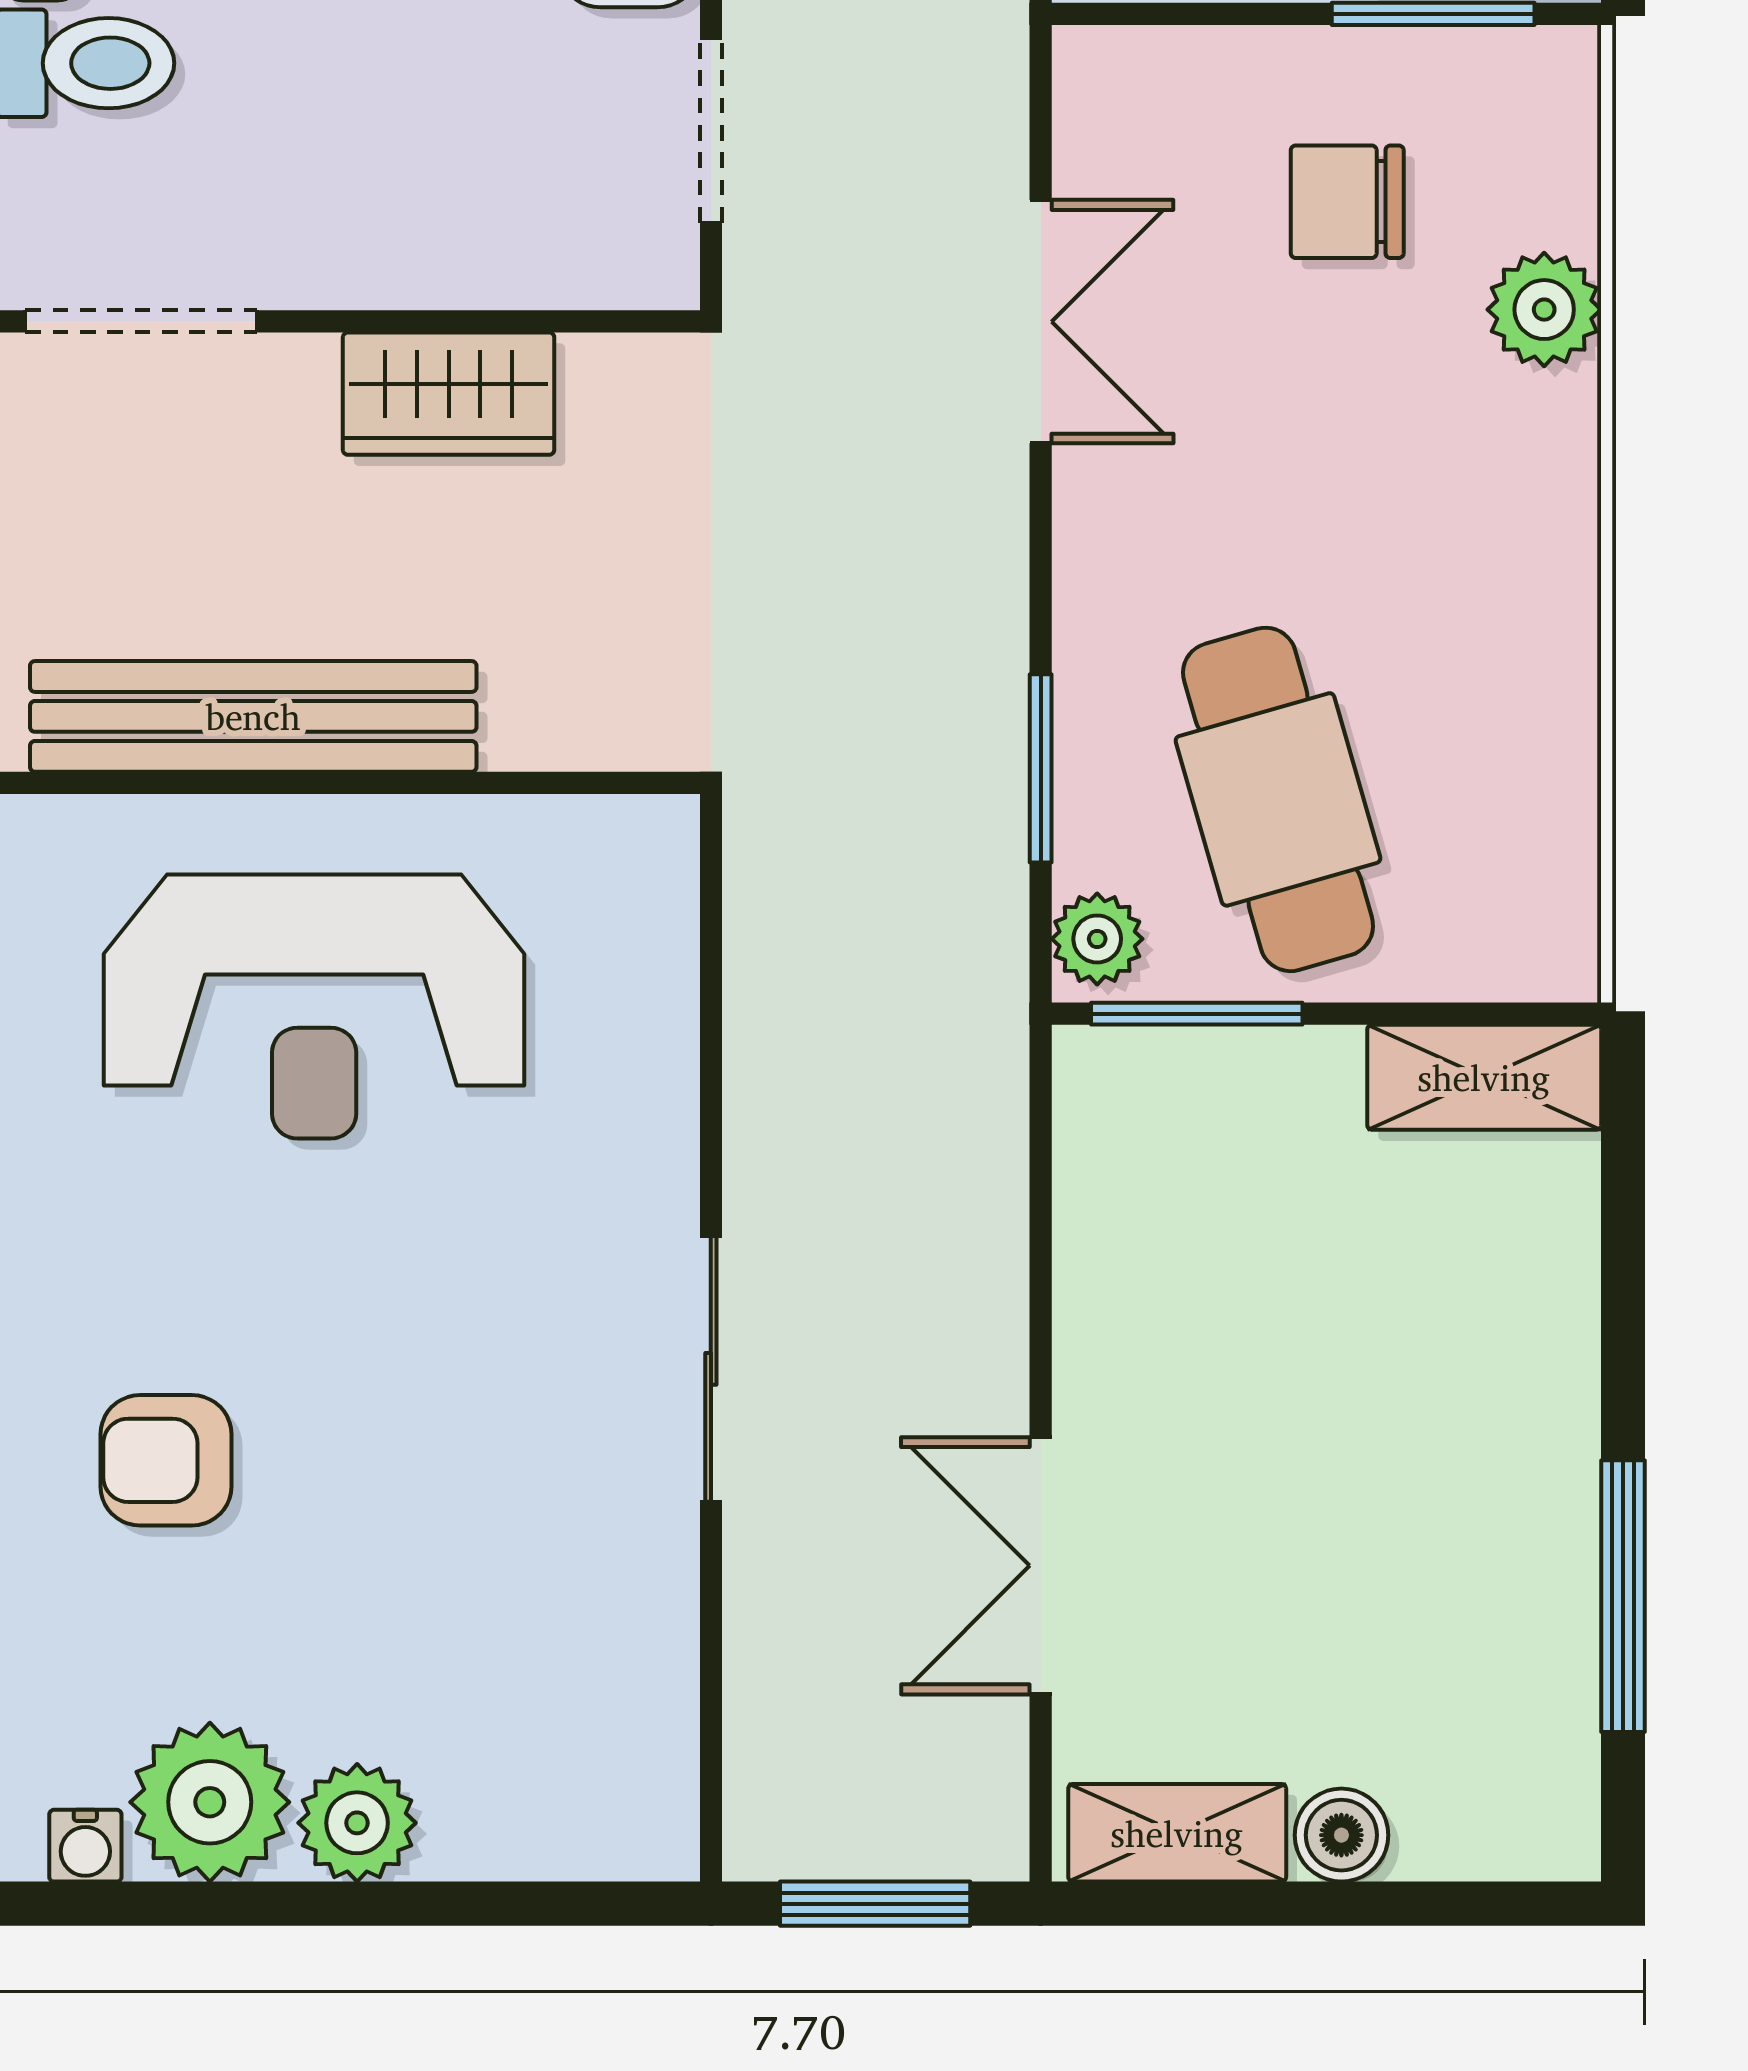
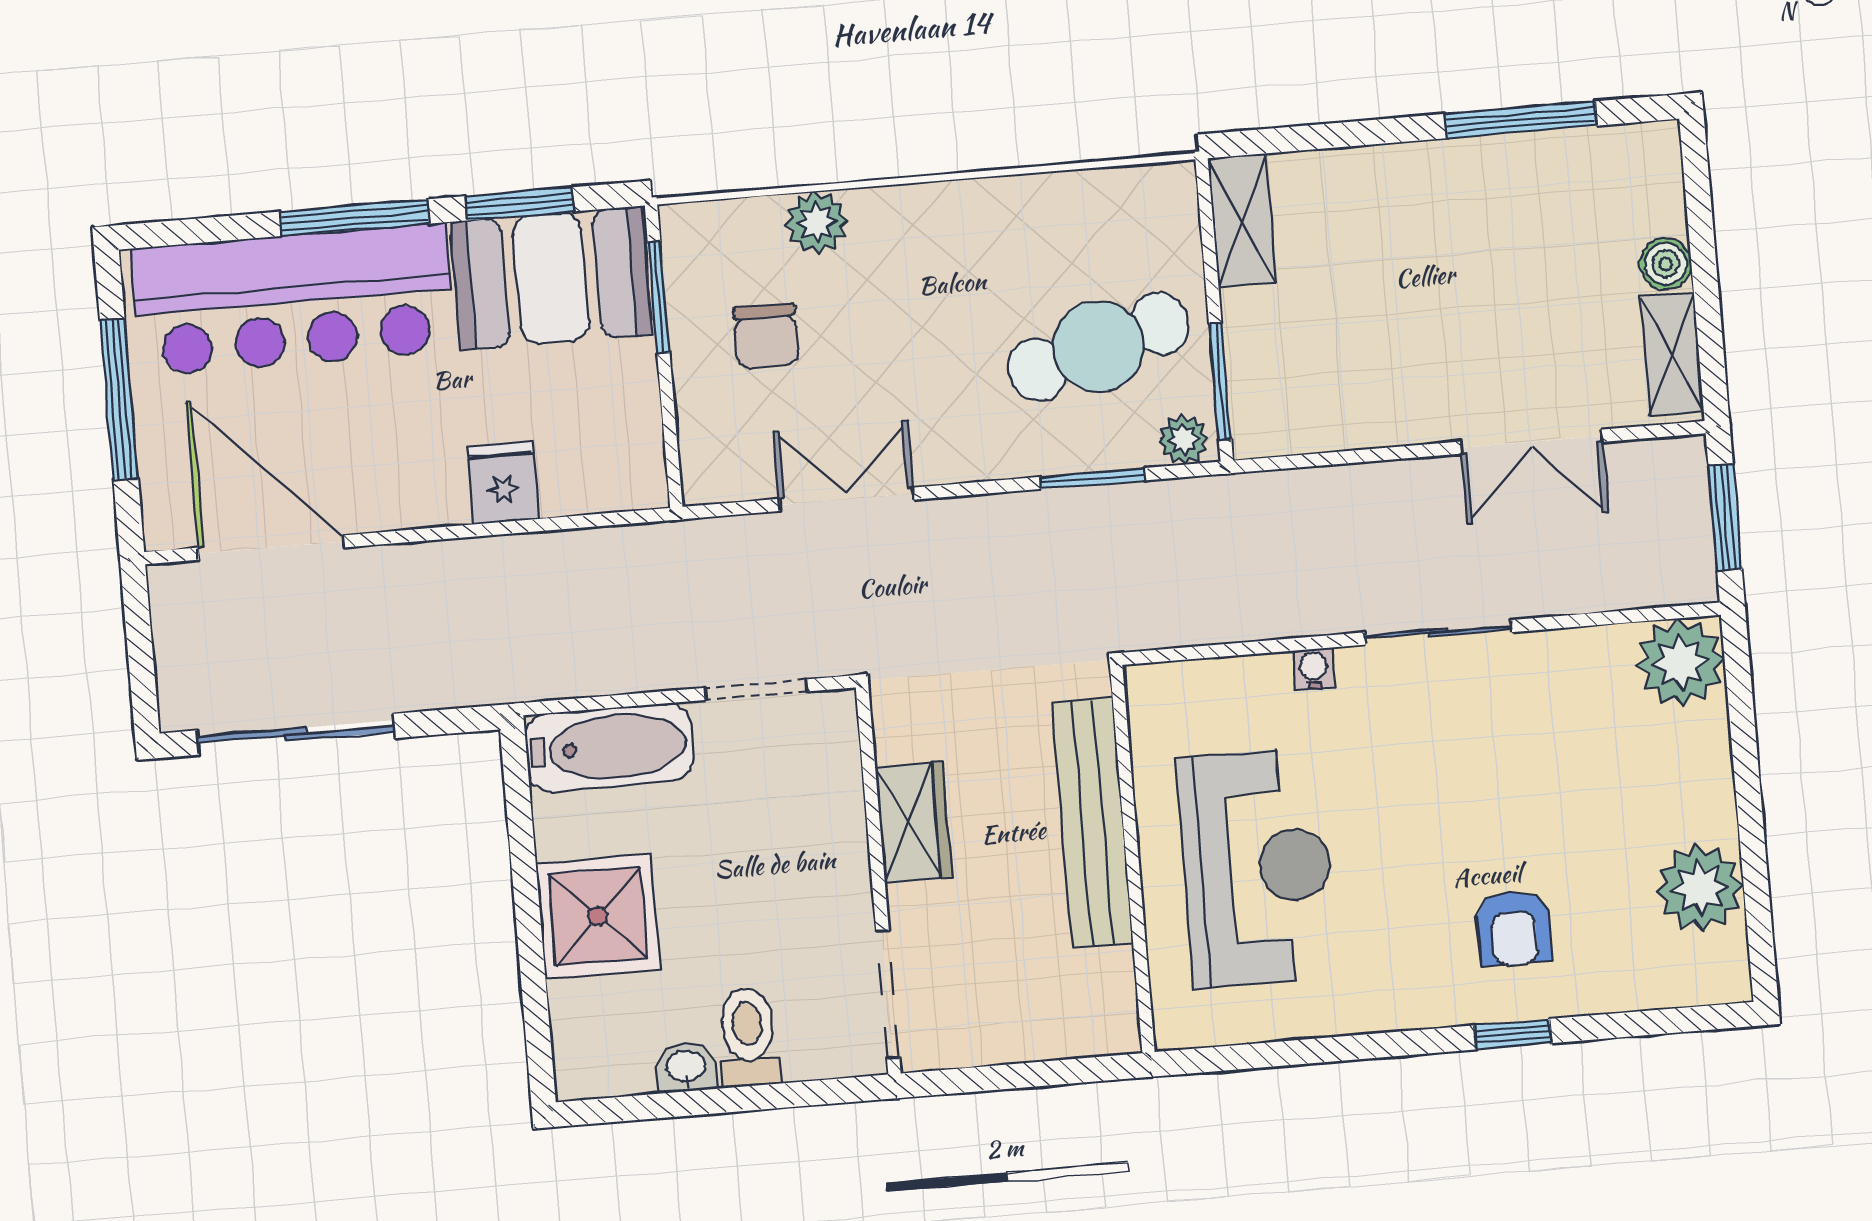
bench: (253, 716) -> (1092, 823), moved
plant: (357, 1823) -> (1681, 663), moved, width x1.36, depth x1.36
water cooler: (85, 1846) -> (1314, 669), moved, turned -90

